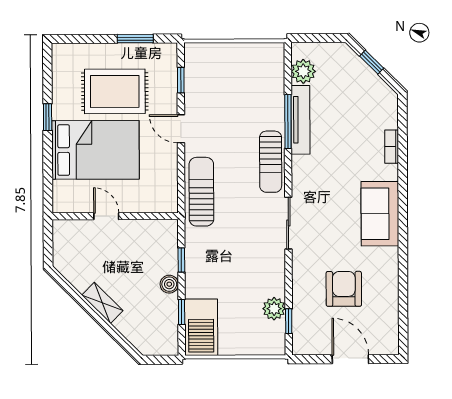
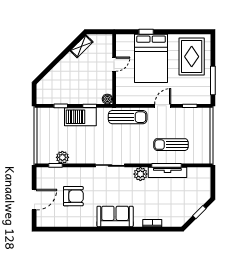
window: (135, 39) -> (213, 81), width x1.44
plant: (303, 71) -> (140, 174), moved
rug: (115, 91) -> (192, 57), moved
window: (48, 117) -> (146, 32), moved
sun lounger: (271, 162) -> (171, 145), moved
boiler: (169, 284) -> (107, 99), moved
shelving: (102, 303) -> (81, 46), moved
barbecue: (201, 327) -> (80, 117), moved

